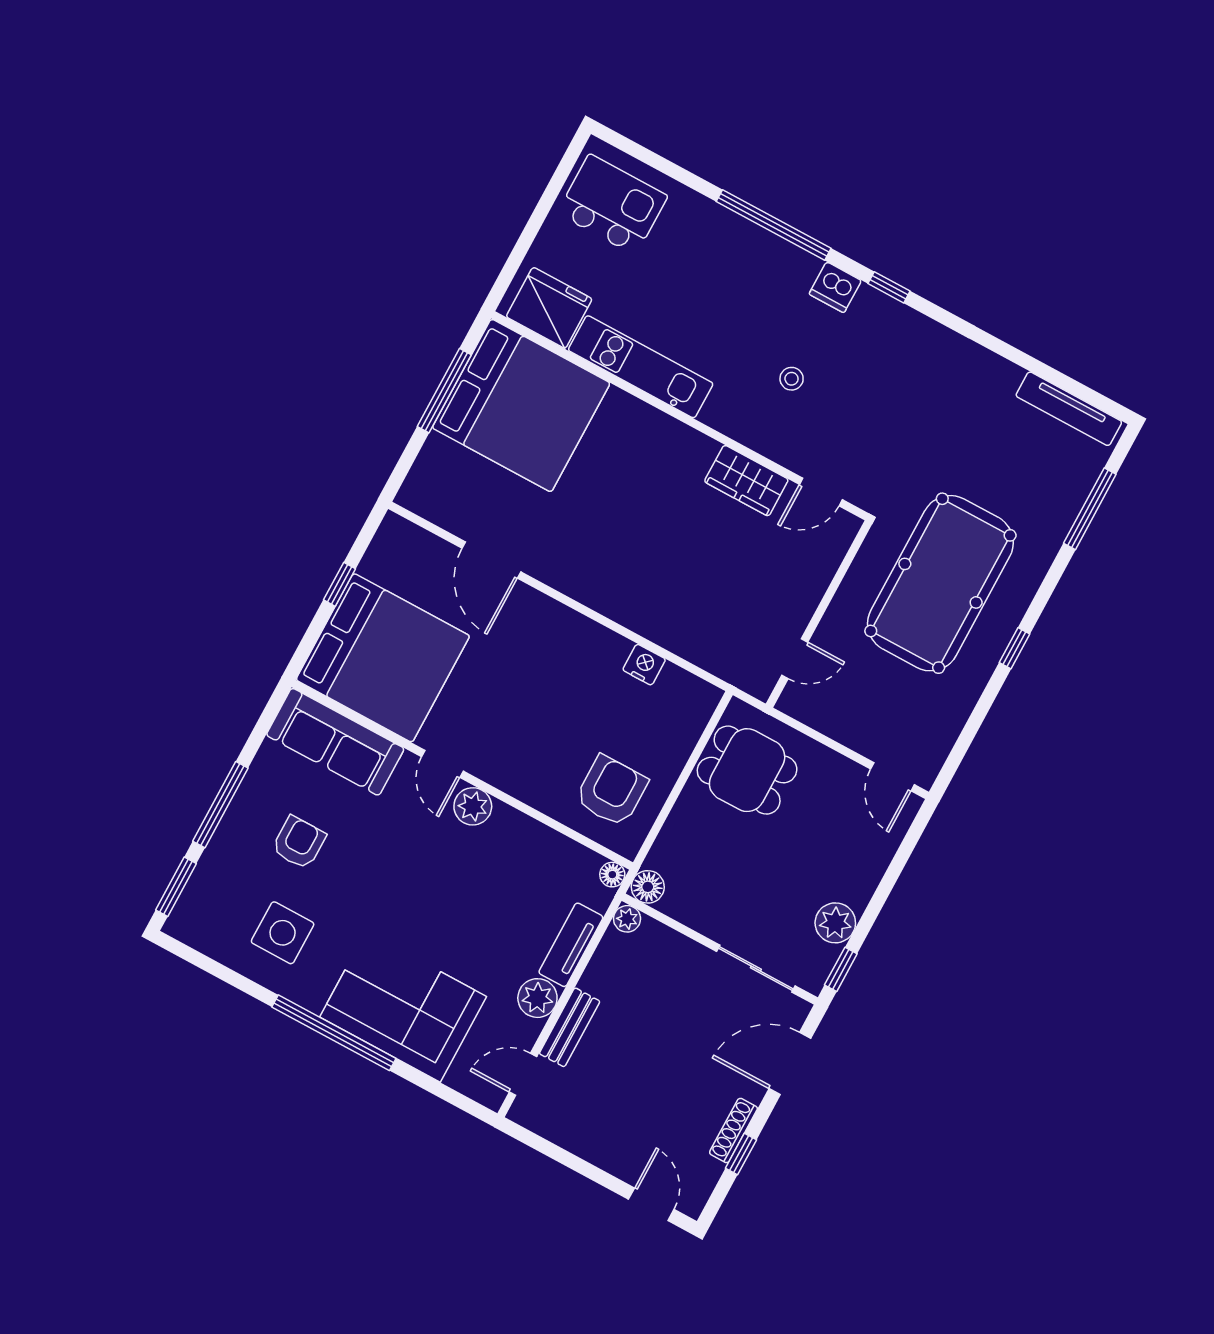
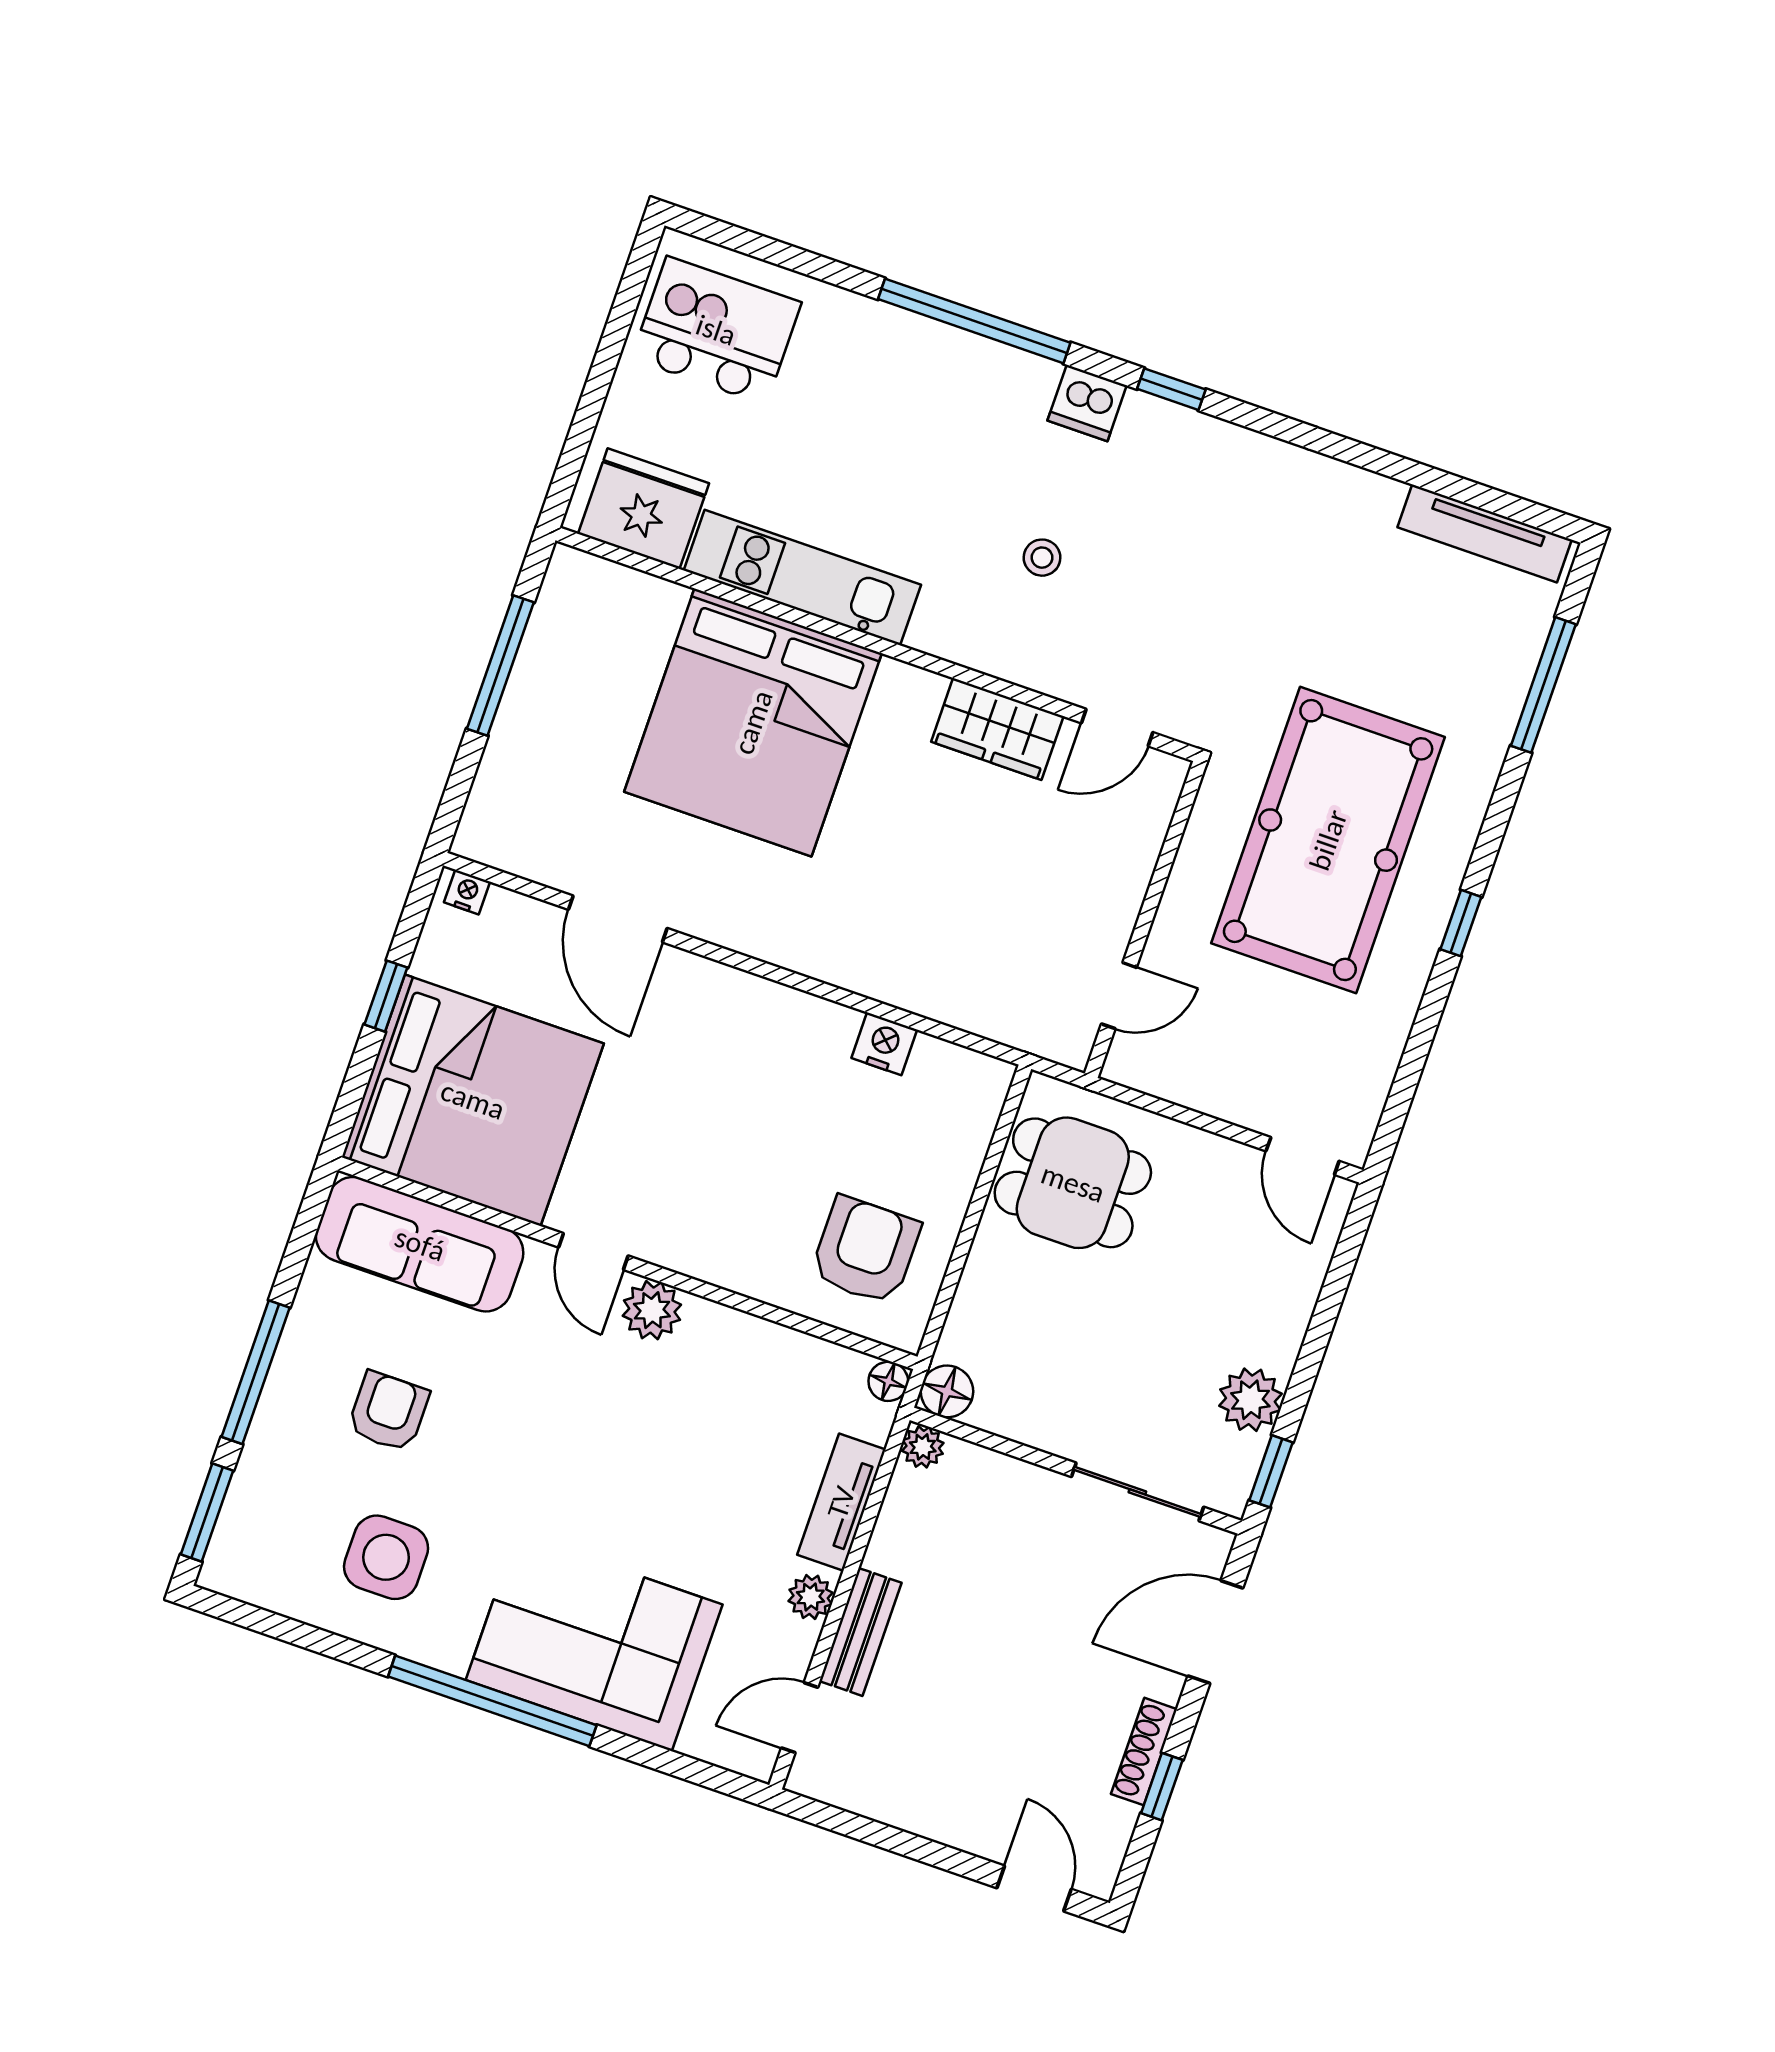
bed: (521, 405) -> (753, 722), moved, turned 90
nightstand: (400, 528) -> (467, 892), added
plant: (537, 998) -> (811, 1597), width x0.73, depth x0.73

